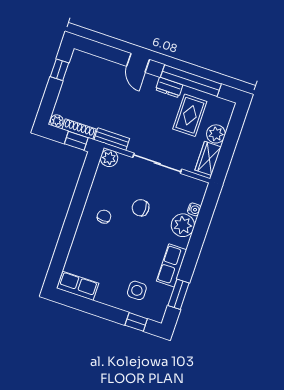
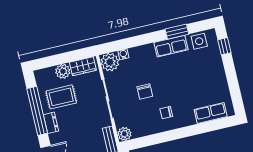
plant: (183, 225) -> (110, 62), moved
row of seats: (78, 286) -> (211, 113), moved, turned 90
side table: (137, 290) -> (199, 41), moved
window: (179, 294) -> (177, 32), moved

